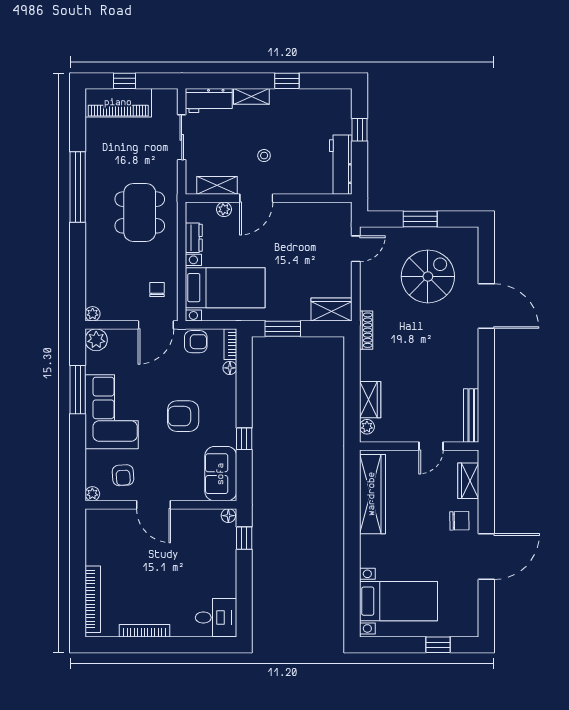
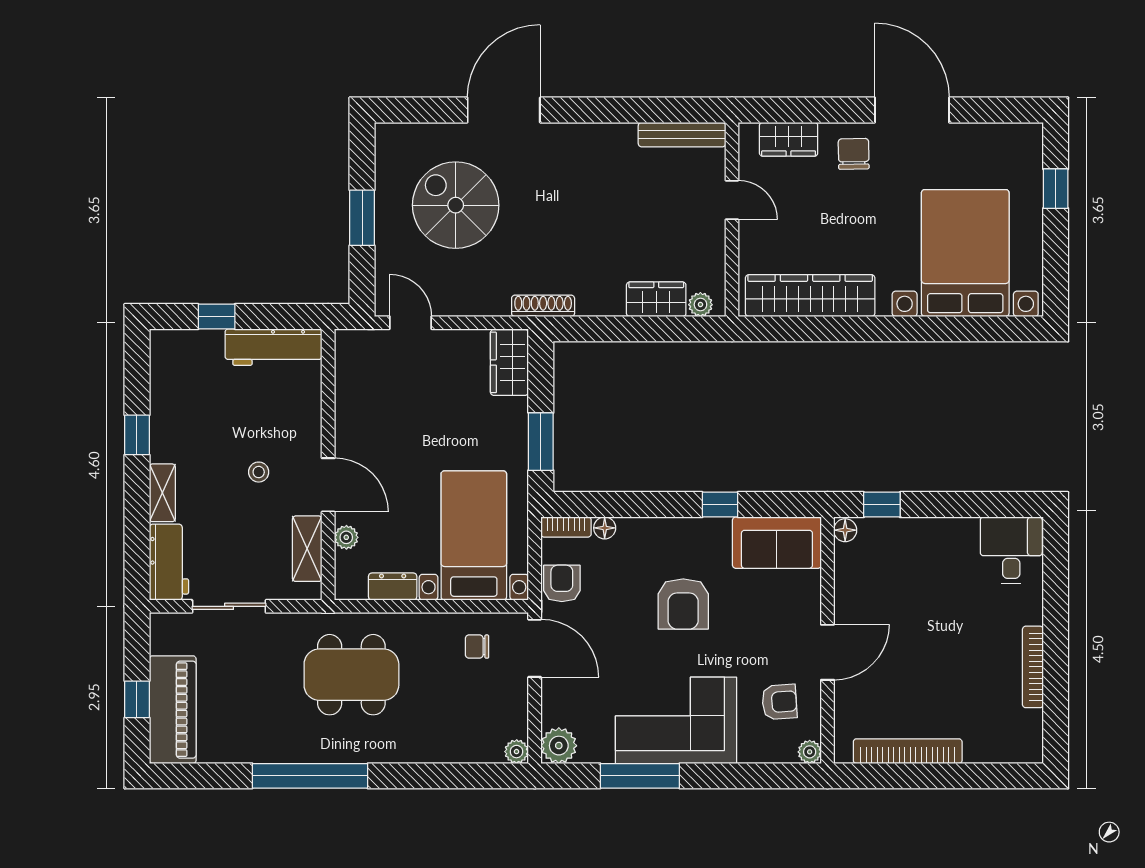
bookcase: (93, 599) -> (908, 751), moved
bed with nightstands: (399, 601) -> (965, 253), width x1.36

